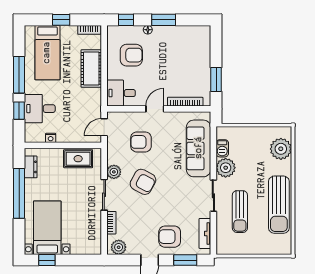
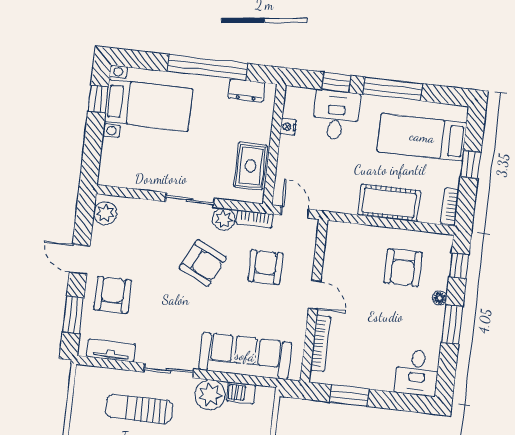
desk: (121, 93) -> (417, 372), moved, turned 180
armchair: (143, 182) -> (203, 263), turned -92
bookcase: (111, 223) -> (255, 219), moved

